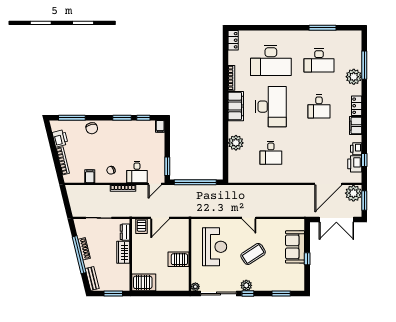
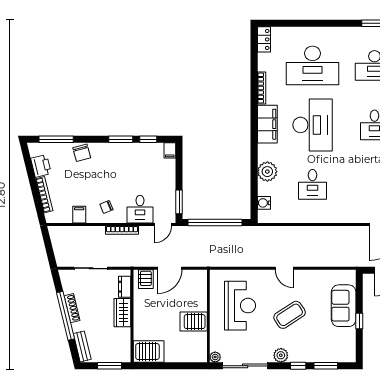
water cooler: (233, 167) -> (264, 203), added
window: (248, 294) -> (298, 366), moved

